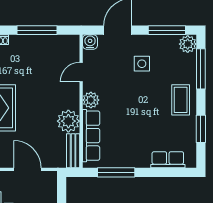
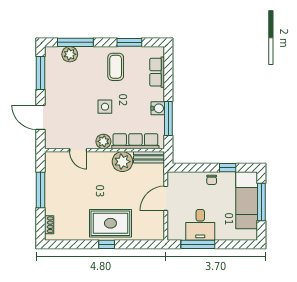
water cooler: (90, 42) -> (158, 108), moved, turned 180
plant: (188, 44) -> (70, 54), moved
side table: (142, 64) -> (105, 107), moved
coffee table: (181, 100) -> (116, 67), moved, turned 90

